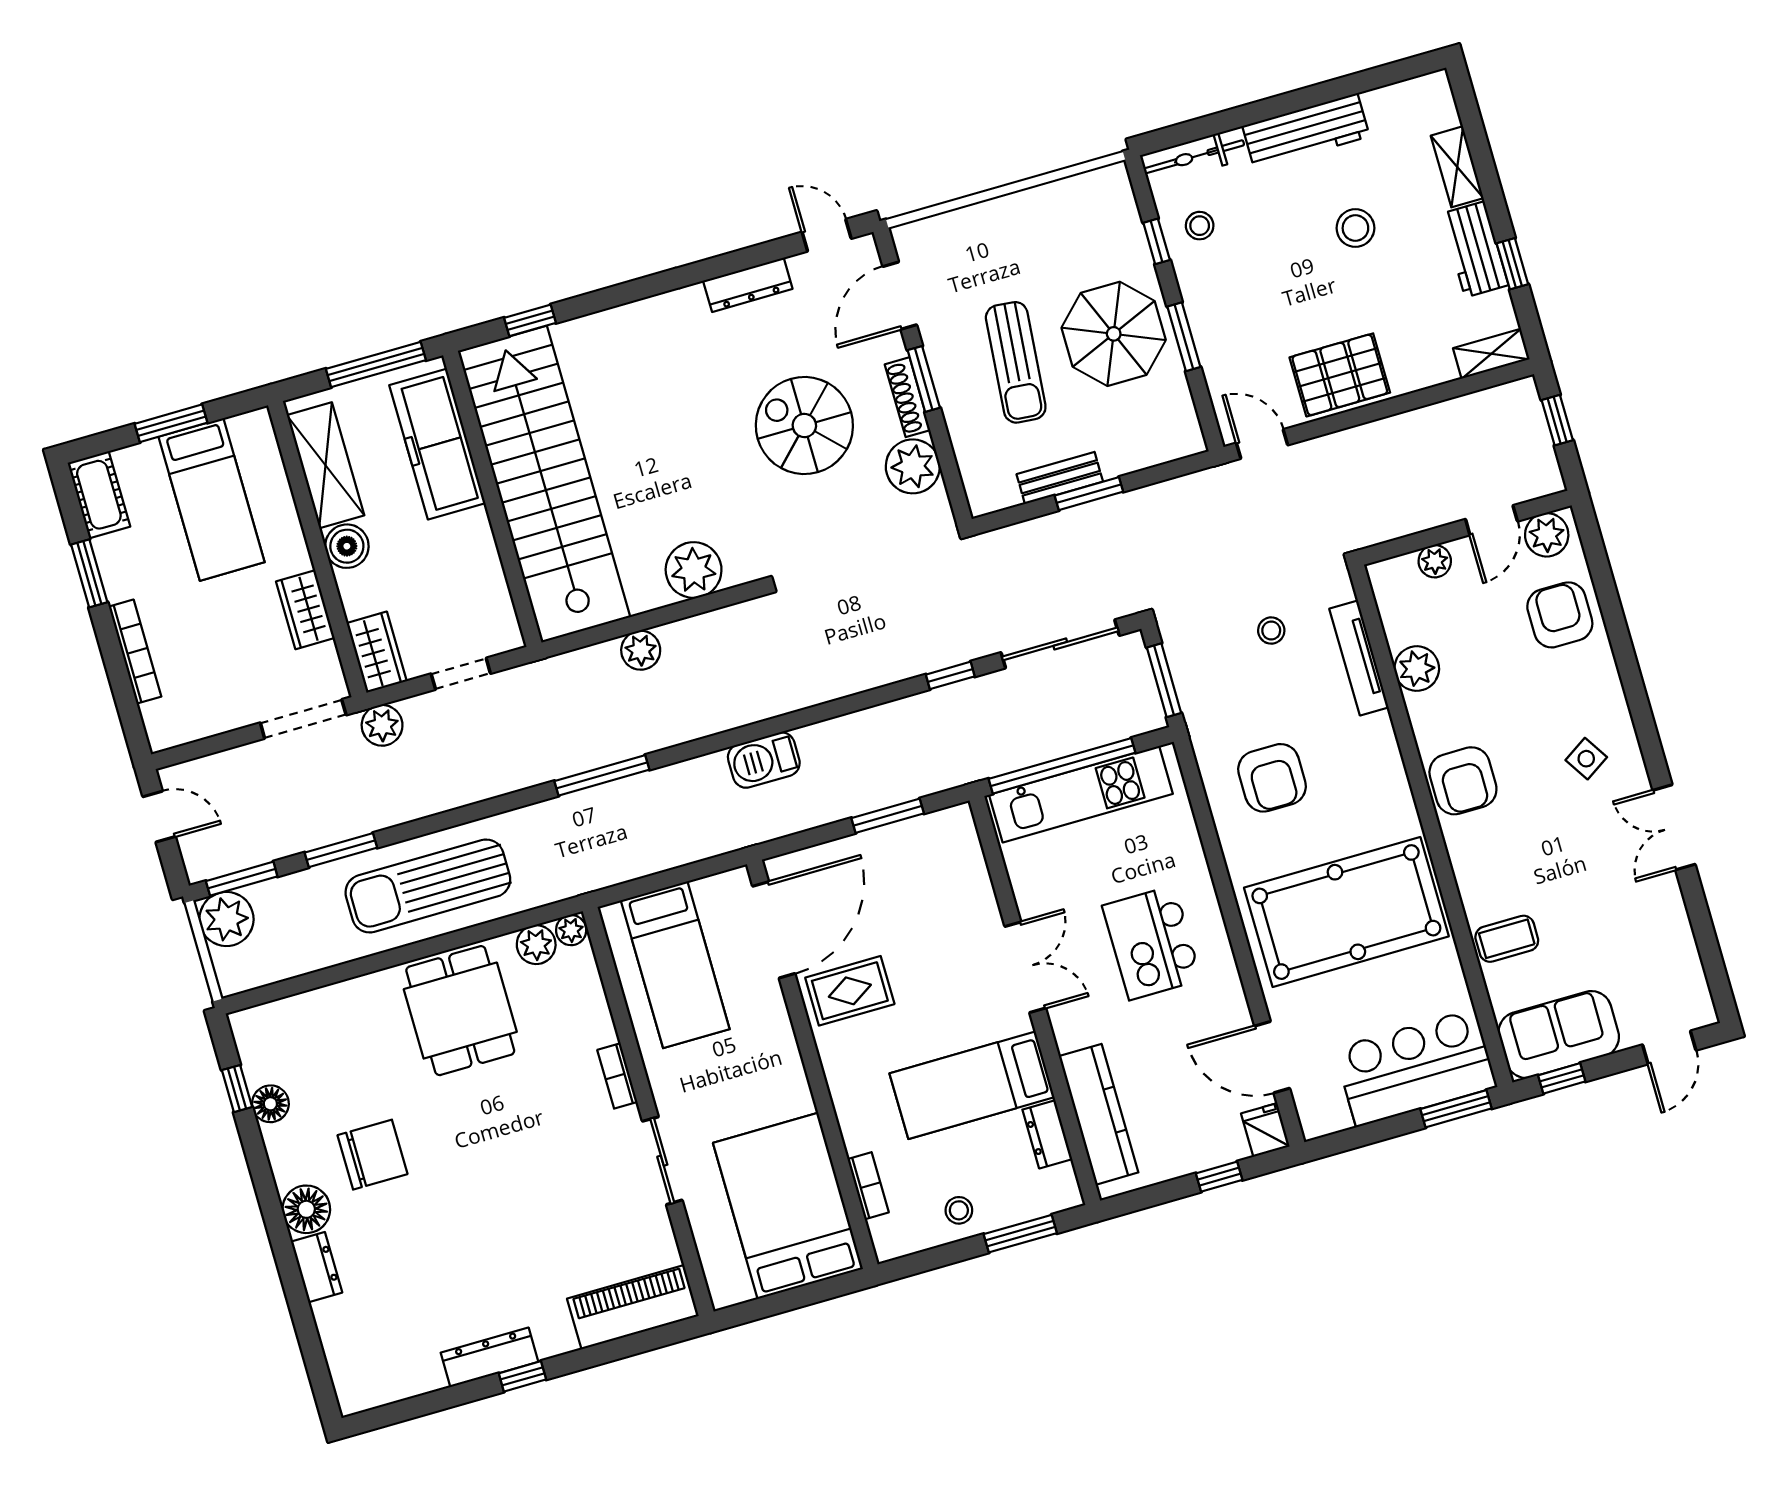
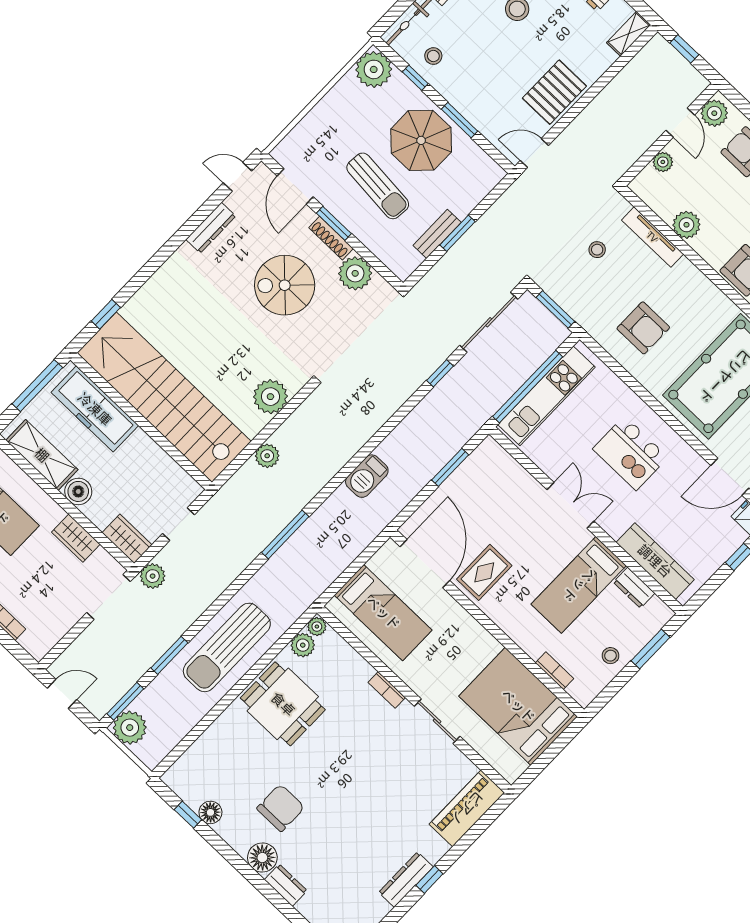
plant: (1105, 196) -> (374, 69), added

